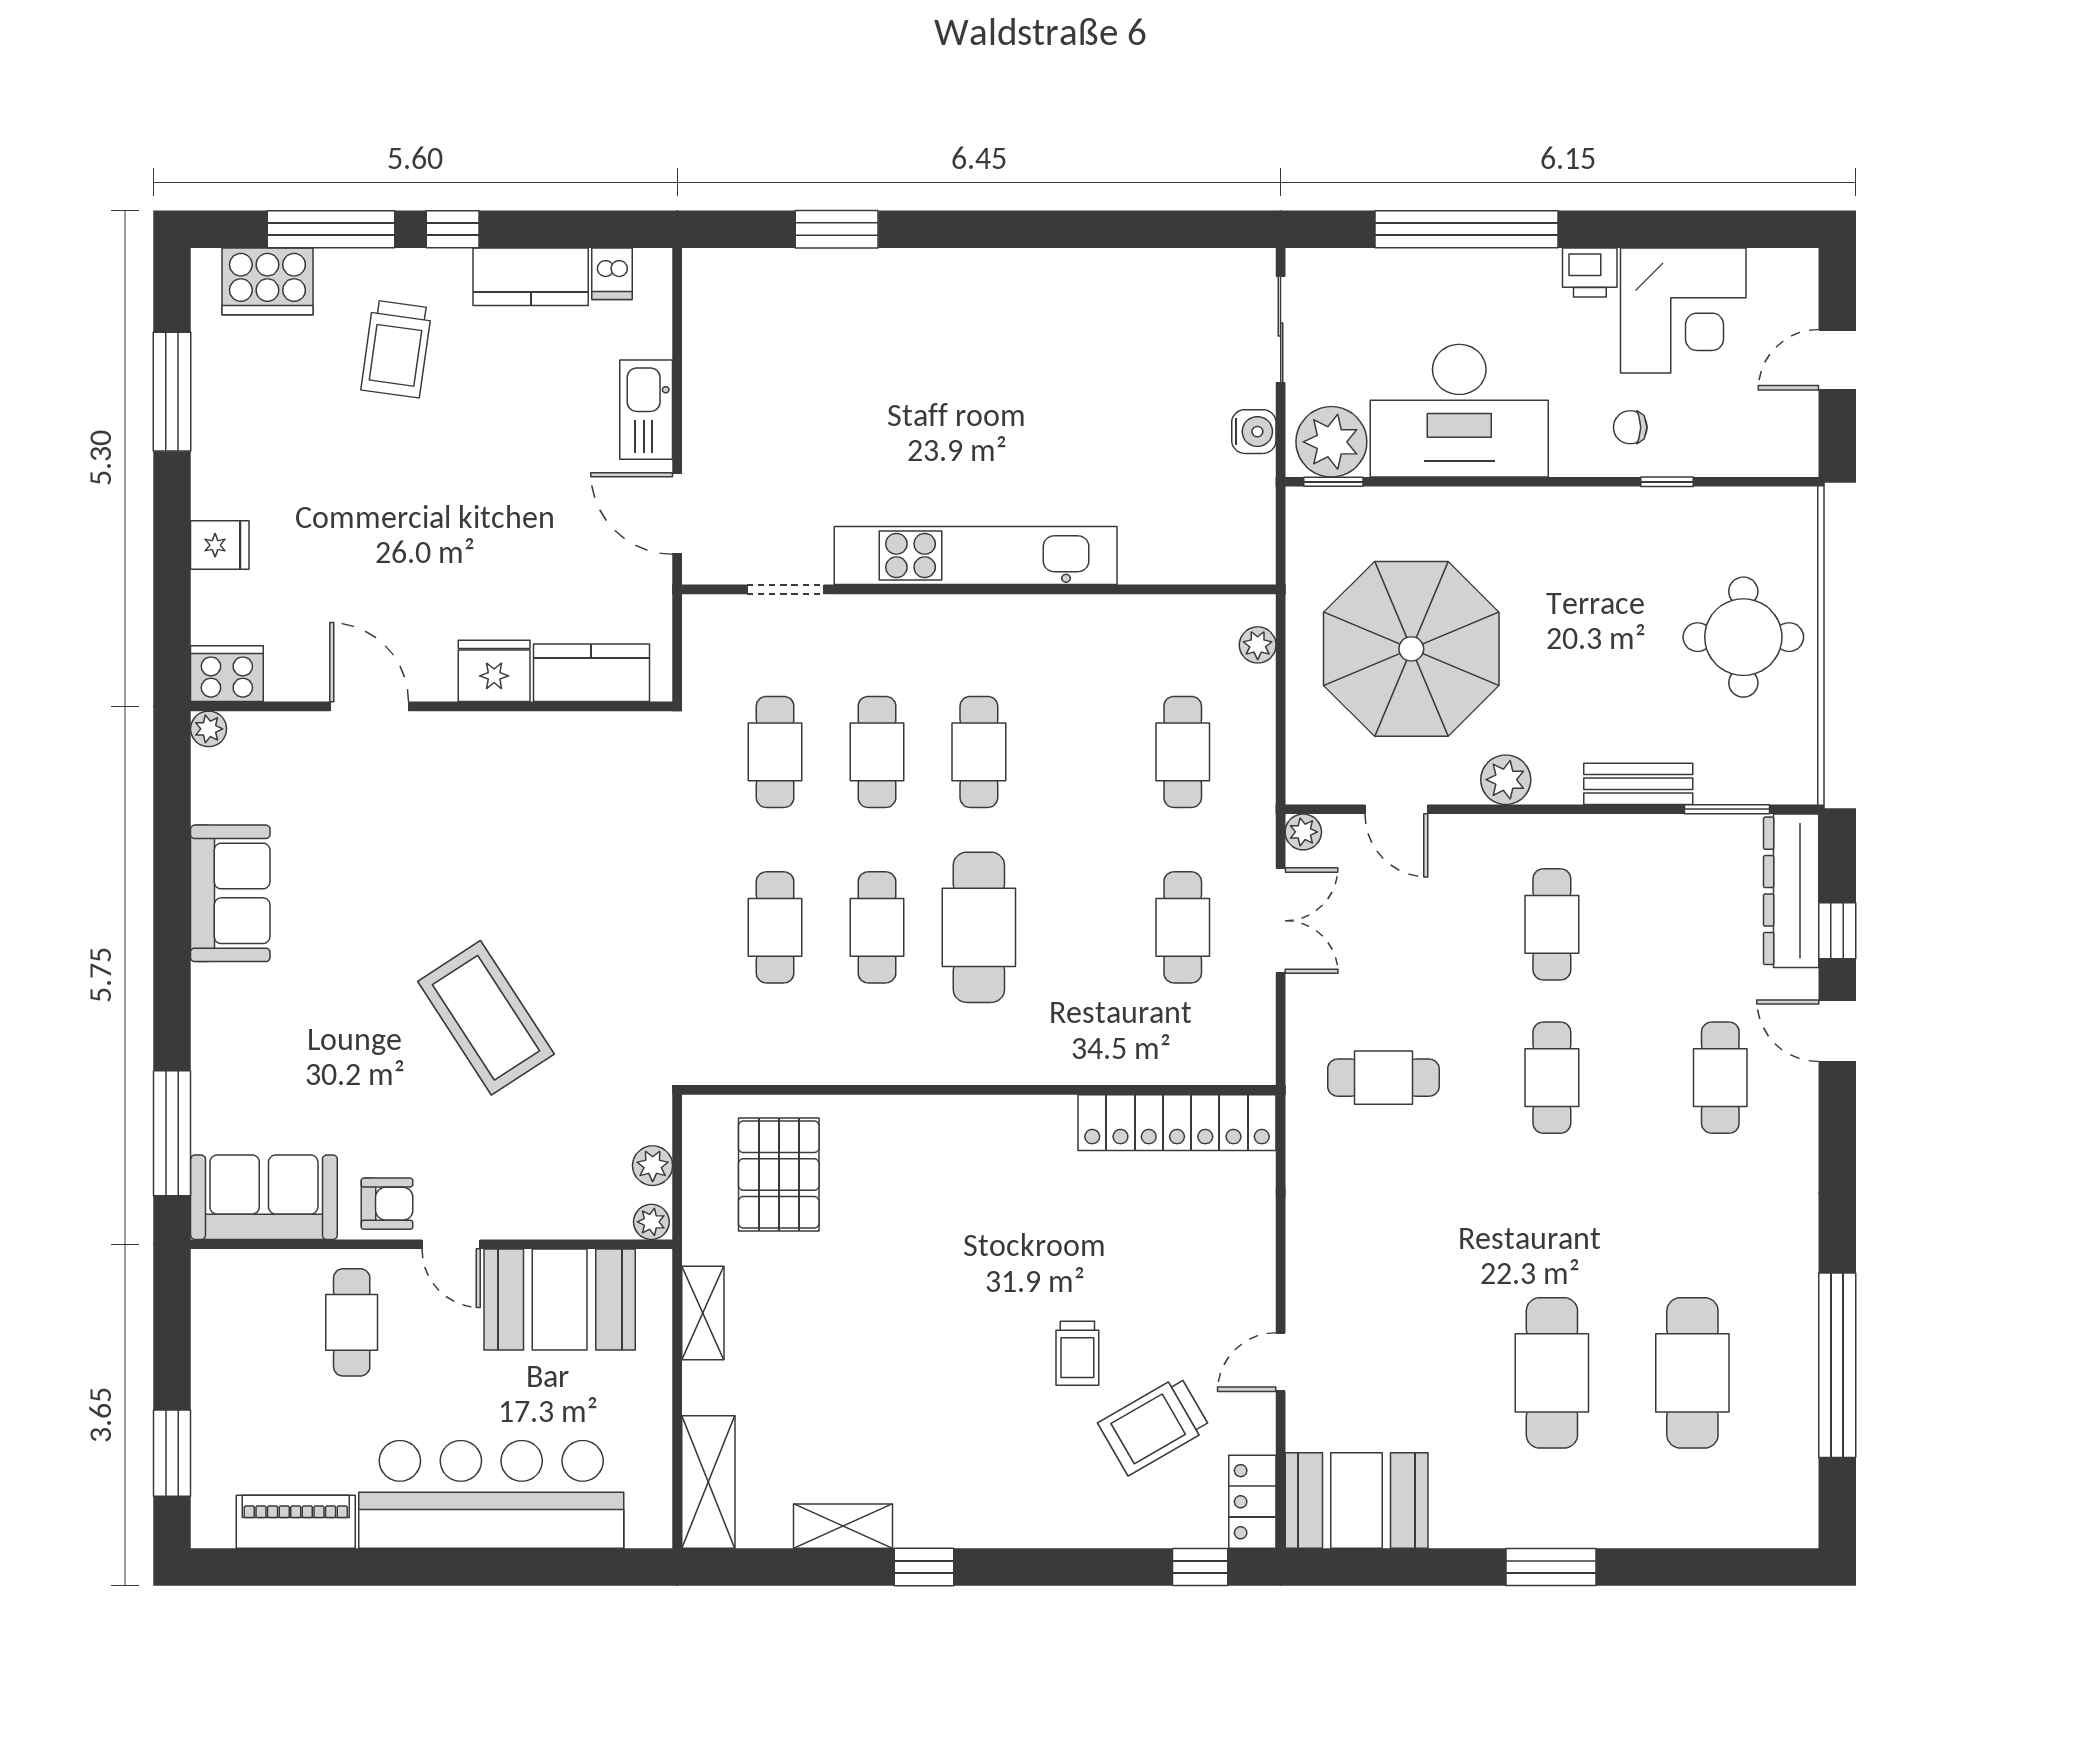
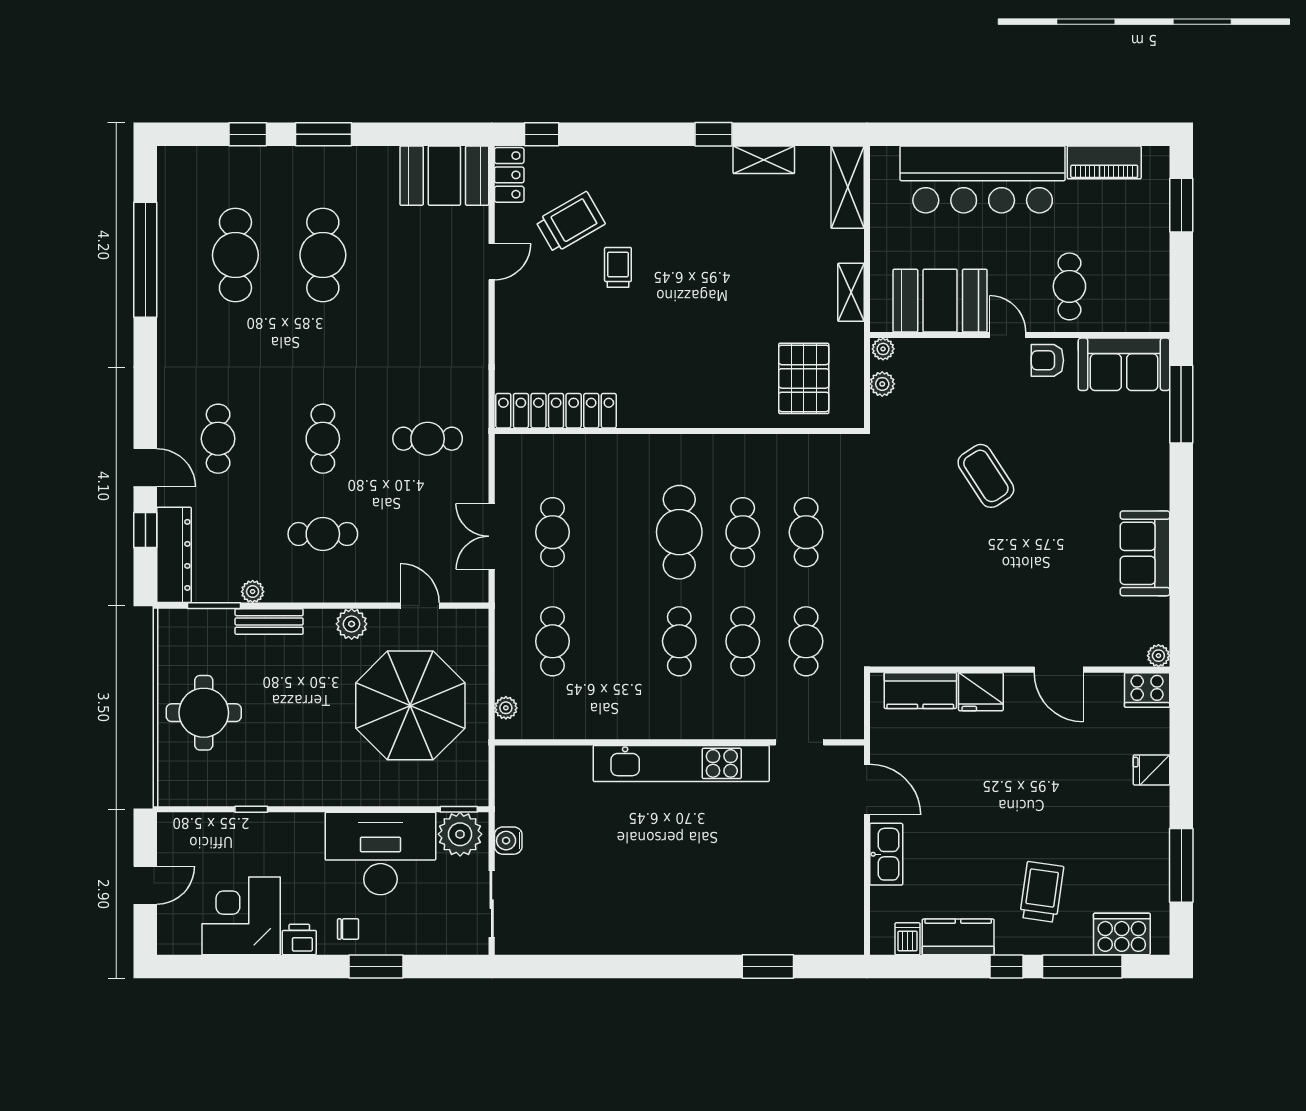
window: (1466, 229) -> (376, 966), width x0.47
chair: (1630, 427) -> (348, 929), moved
plant: (1303, 832) -> (253, 592), moved
cafe table: (1552, 924) -> (323, 534), turned 90
coffee table: (486, 1018) -> (986, 476), width x0.73, depth x0.76
window: (1673, 1567) -> (248, 134), added

